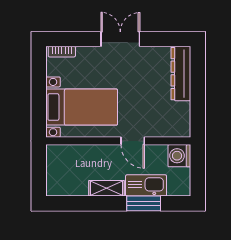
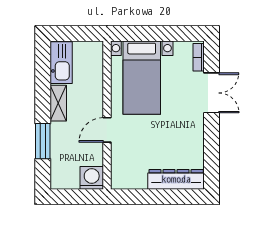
double door: (120, 39) -> (212, 93), moved
kitchen sink: (146, 185) -> (61, 63), moved

